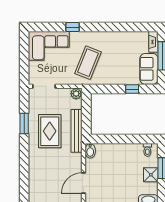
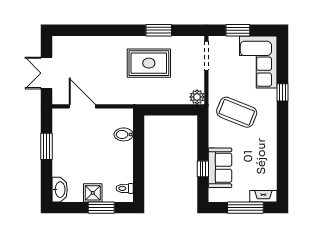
window: (24, 62) -> (238, 30), added
sofa: (149, 69) -> (220, 168), moved, turned 90
bench: (76, 131) -> (149, 97), removed
bidet: (90, 151) -> (124, 134), moved

